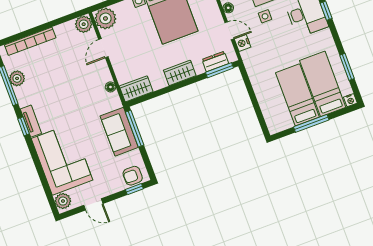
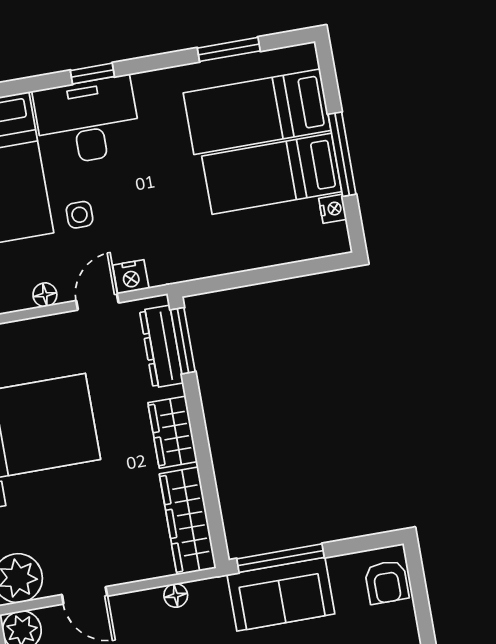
dresser: (215, 61) -> (161, 347), width x1.44
wardrobe: (136, 89) -> (188, 521), width x1.50
nightstand: (350, 100) -> (333, 209), moved
window: (134, 189) -> (418, 584), removed

